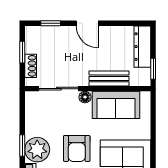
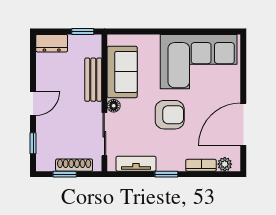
dresser: (142, 47) -> (52, 43), width x0.70
shoe rack: (31, 66) -> (74, 165), width x1.43
tv unit: (32, 118) -> (136, 164), added
plant: (37, 150) -> (171, 158), removed

